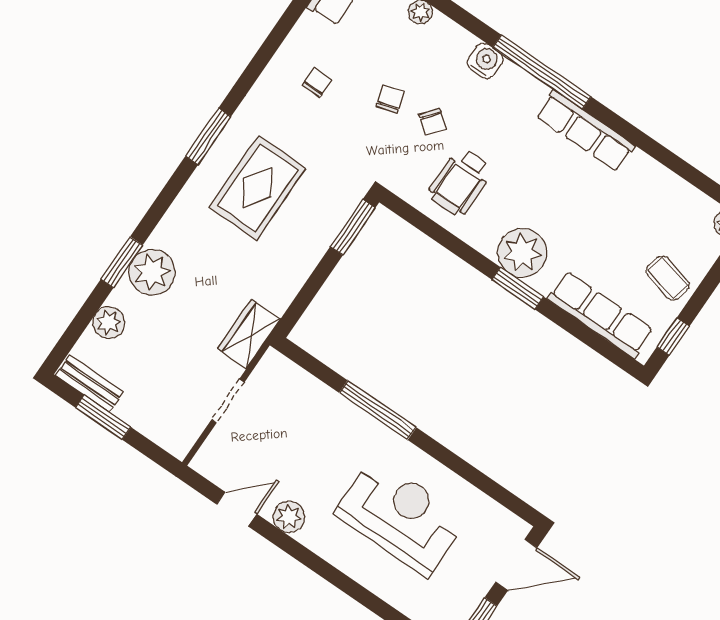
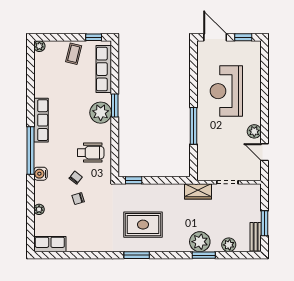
chair: (317, 82) -> (90, 229), removed
window: (353, 227) -> (134, 180), width x0.67

